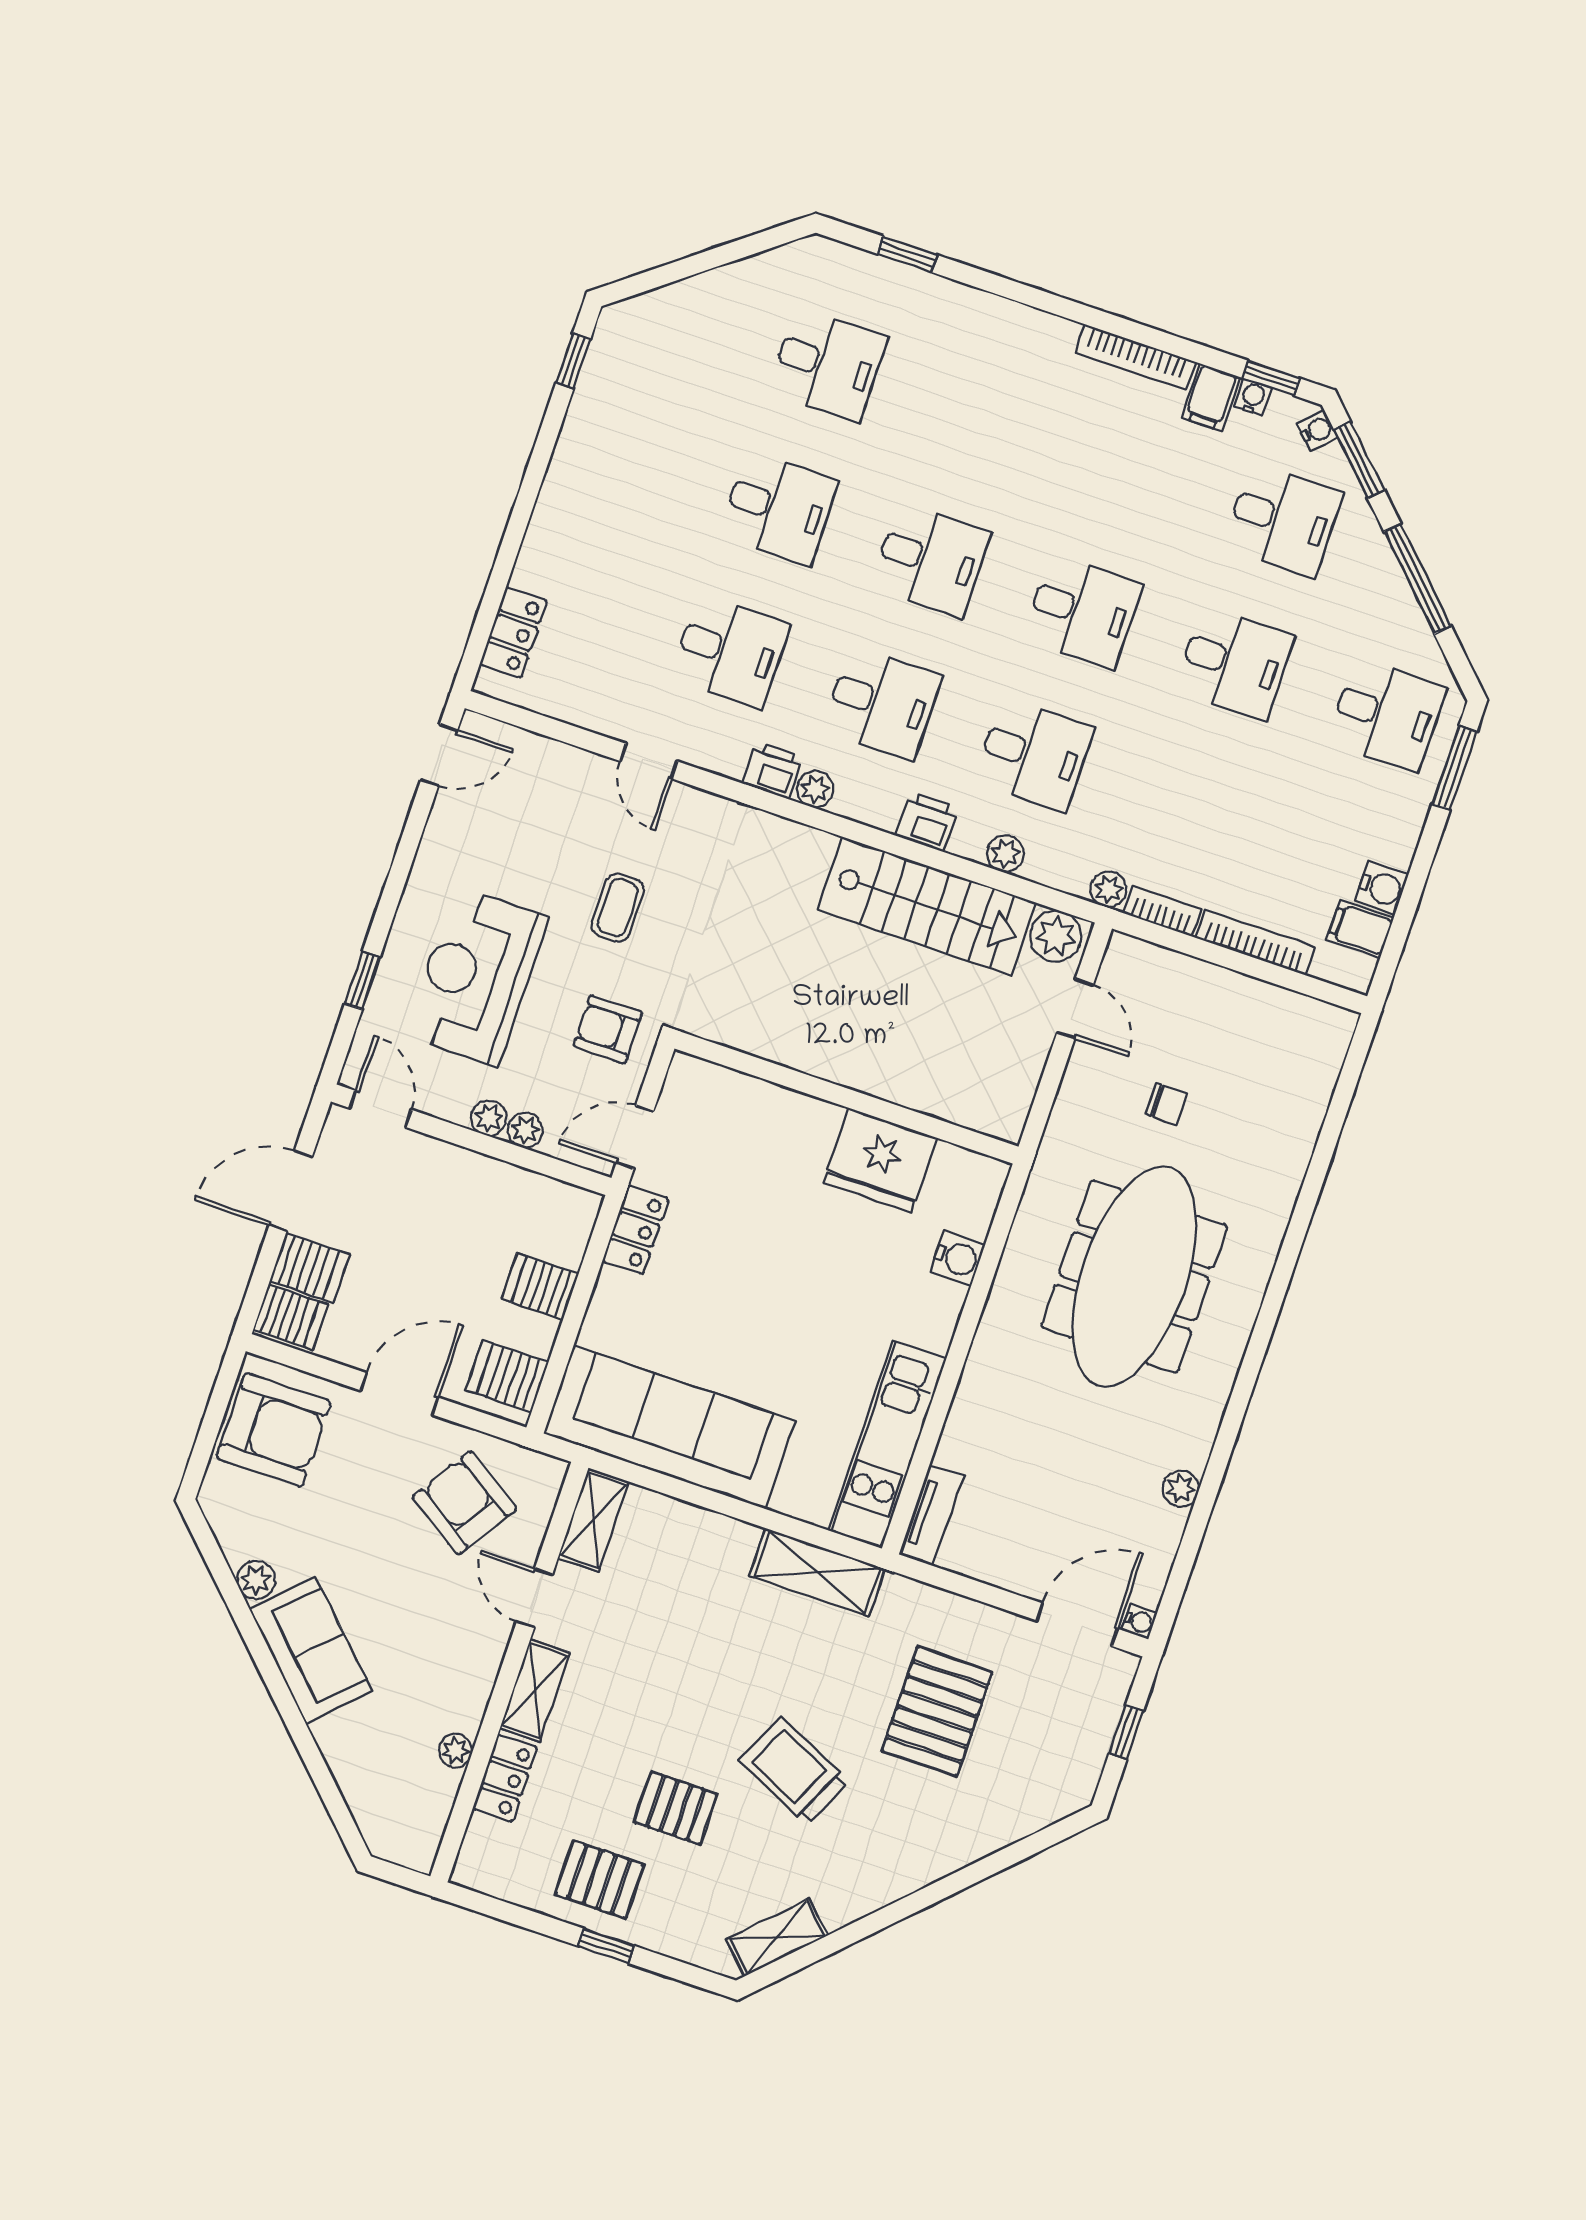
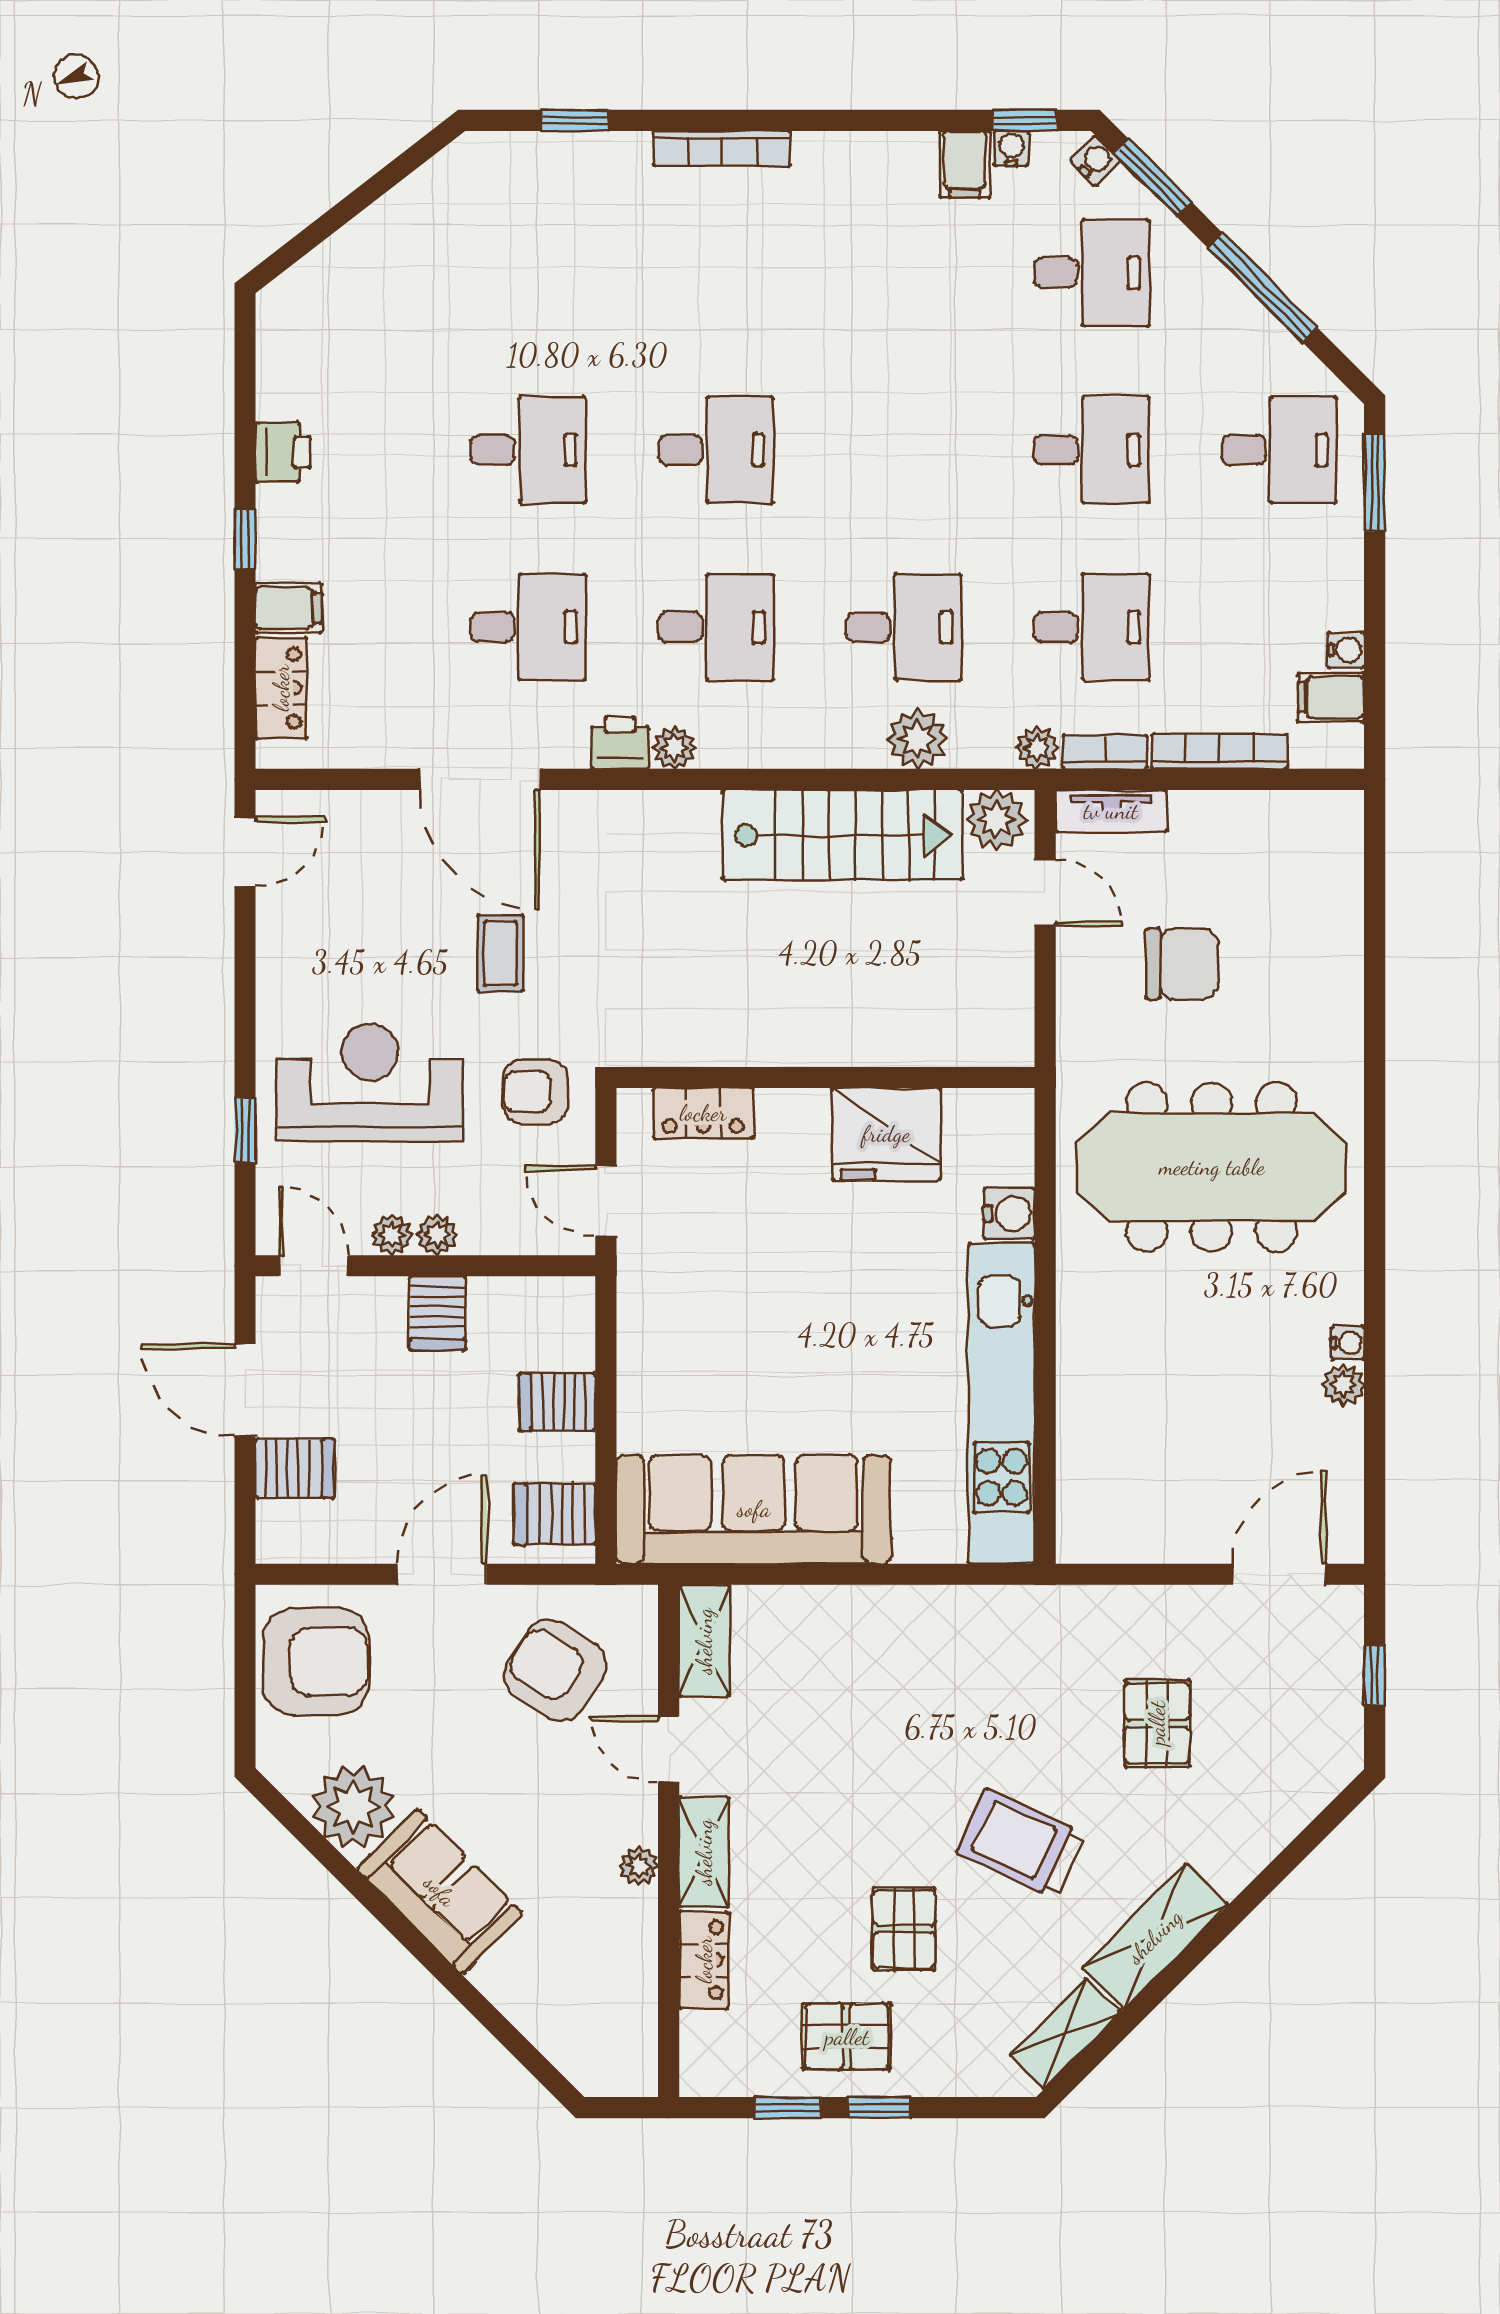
bookcase: (1136, 357) -> (722, 149), moved
window: (573, 361) -> (245, 539), moved
desk: (828, 365) -> (528, 273), removed
filing cabinet: (542, 570) -> (289, 608), added
desk: (1083, 611) -> (1091, 627), moved
door: (649, 761) -> (480, 779), width x1.88
printer: (927, 822) -> (283, 452), moved, turned 90
plant: (1005, 854) -> (918, 739), width x1.38, depth x1.38
water cooler: (1382, 888) -> (1346, 650), width x0.72, depth x0.72
reception desk: (476, 976) -> (370, 1083), turned 90
chair: (1166, 1104) -> (1182, 964), width x1.87, depth x1.87
plant: (525, 1130) -> (392, 1235), moved
door: (635, 1137) -> (606, 1201), hinge flipped
door: (291, 1191) -> (245, 1390), hinge flipped
locker: (636, 1230) -> (703, 1113), moved, turned 90
meeting table: (1134, 1276) -> (1212, 1167), turned 90
server rack: (291, 1317) -> (438, 1313), moved, turned 90
kitchen unit: (887, 1444) -> (1002, 1404), width x1.36
tv unit: (931, 1515) -> (1111, 811), moved, turned 90
shelving: (817, 1572) -> (1155, 1936), moved, turned -45
plant: (256, 1580) -> (353, 1807), width x1.87, depth x1.87
water cooler: (1140, 1621) -> (1348, 1343), moved
pallet: (937, 1711) -> (1157, 1723), width x0.67, depth x0.71
plant: (456, 1751) -> (639, 1866), moved
pallet: (676, 1808) -> (904, 1929), turned 90
window: (532, 1921) -> (788, 2108), added

